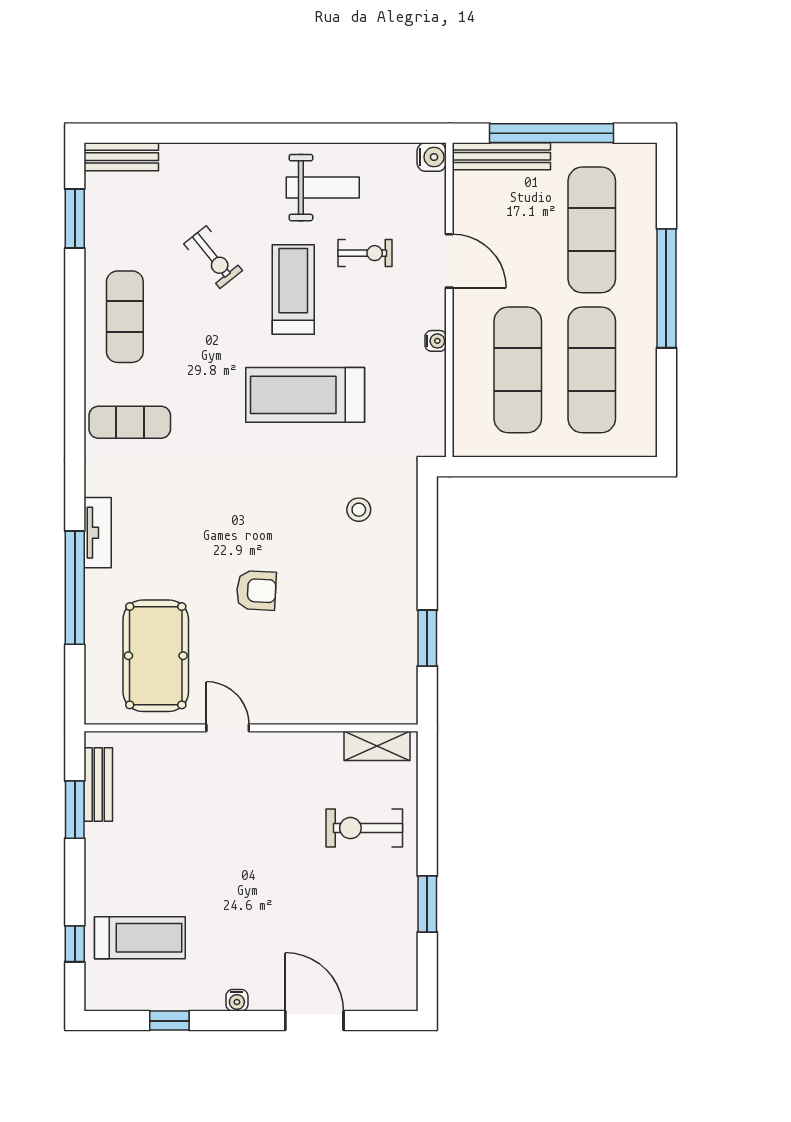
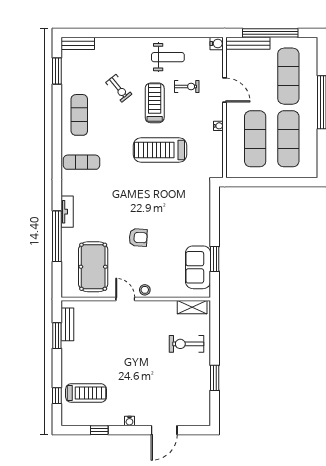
stool: (359, 510) -> (145, 290), moved
sofa: (390, 657) -> (198, 267), added
door: (314, 1021) -> (164, 430), swing flipped

